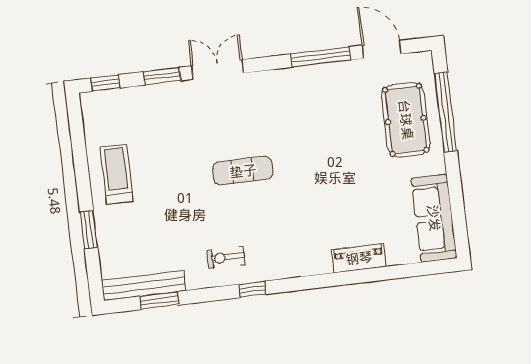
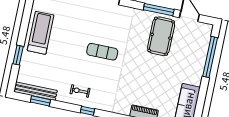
pool table: (406, 120) -> (161, 36), moved
treadmill: (116, 174) -> (41, 33), width x1.37, depth x1.38

